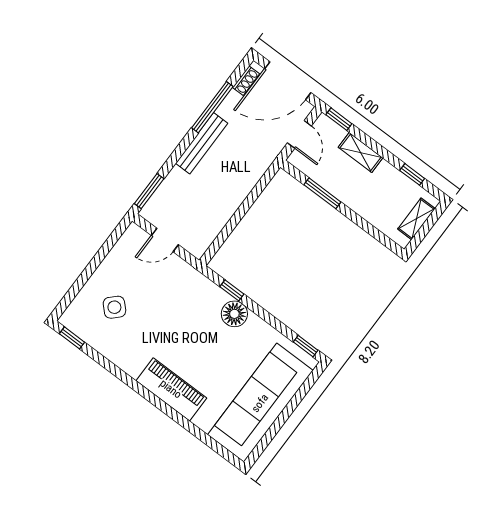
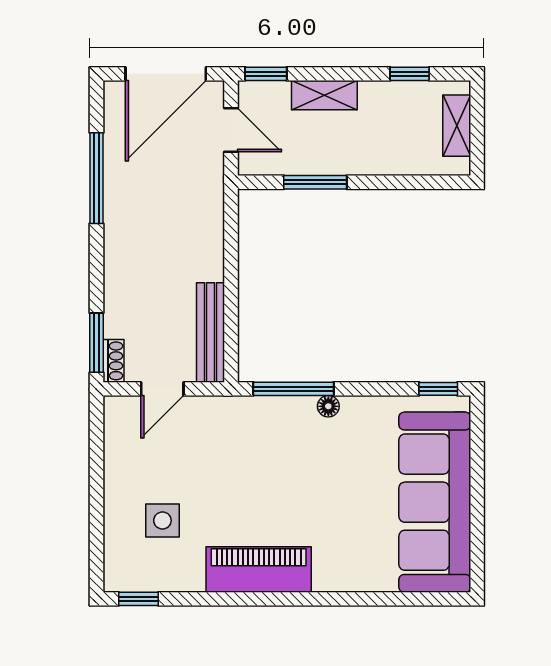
shoe rack: (246, 81) -> (114, 361), moved
bench: (202, 143) -> (210, 332), moved
window: (232, 290) -> (294, 389), width x2.17
side table: (114, 307) -> (162, 520), turned 45
floor lamp: (234, 314) -> (328, 406), width x0.53, depth x0.53
piano: (171, 389) -> (259, 570), moved

